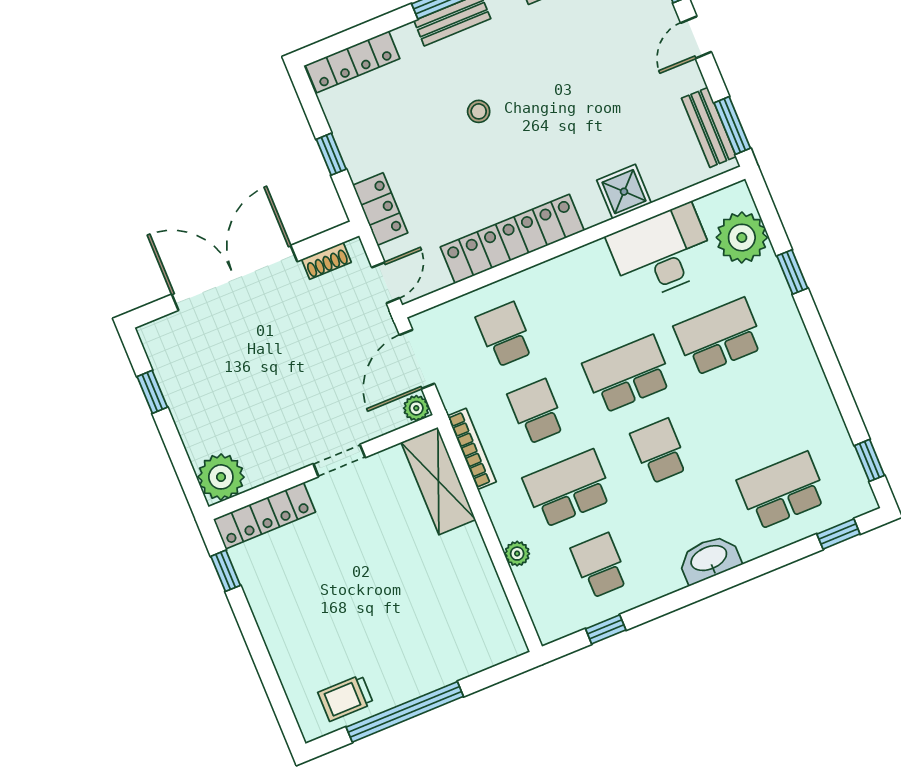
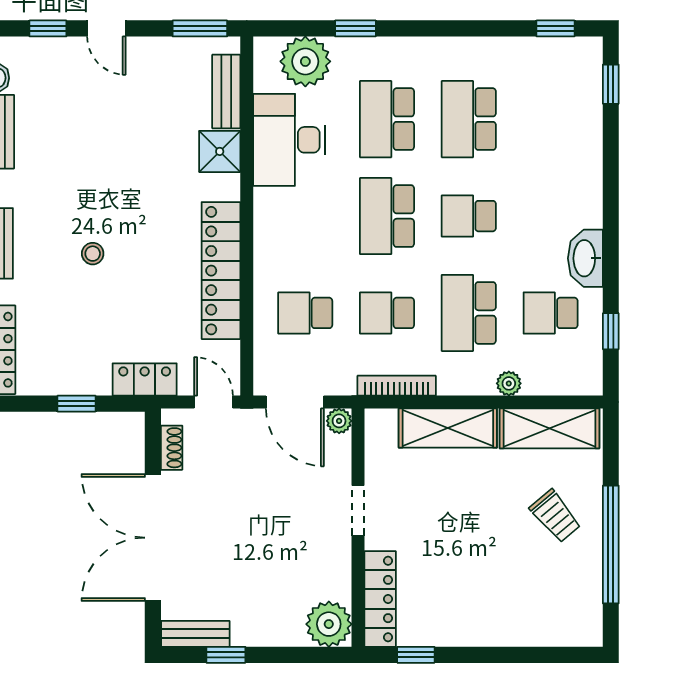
bench: (709, 127) -> (226, 91), moved, turned 90
bench: (160, 355) -> (195, 634), added
shelving: (438, 481) -> (448, 428), moved
school desk: (782, 491) -> (469, 119), moved
washbasin: (709, 559) -> (585, 258), moved
shelving: (491, 609) -> (549, 428), added
trolley: (346, 698) -> (555, 516), moved, turned -40

